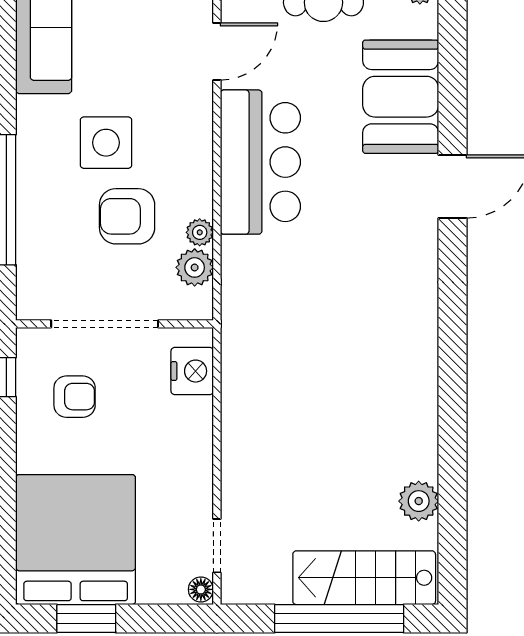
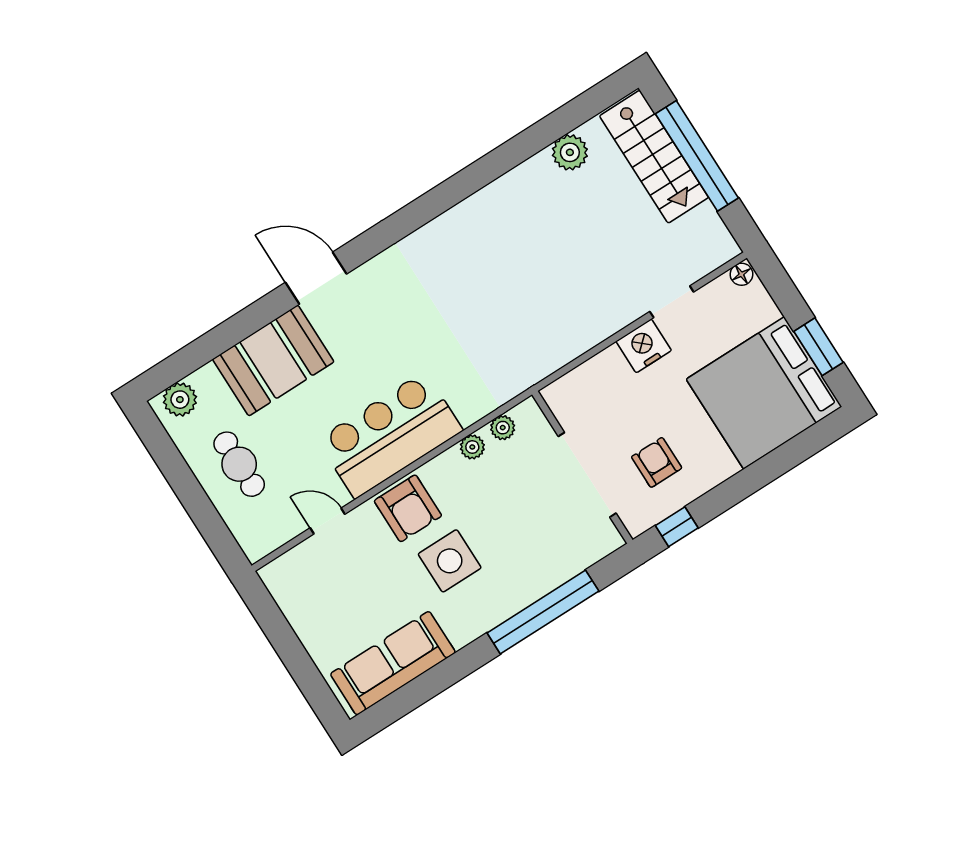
door: (217, 51) -> (327, 521), width x0.73
armchair: (127, 216) -> (408, 508), moved
plant: (195, 267) -> (503, 428), width x0.73, depth x0.73
nightstand: (192, 371) -> (644, 346), moved
doorway: (217, 546) -> (672, 302), moved

